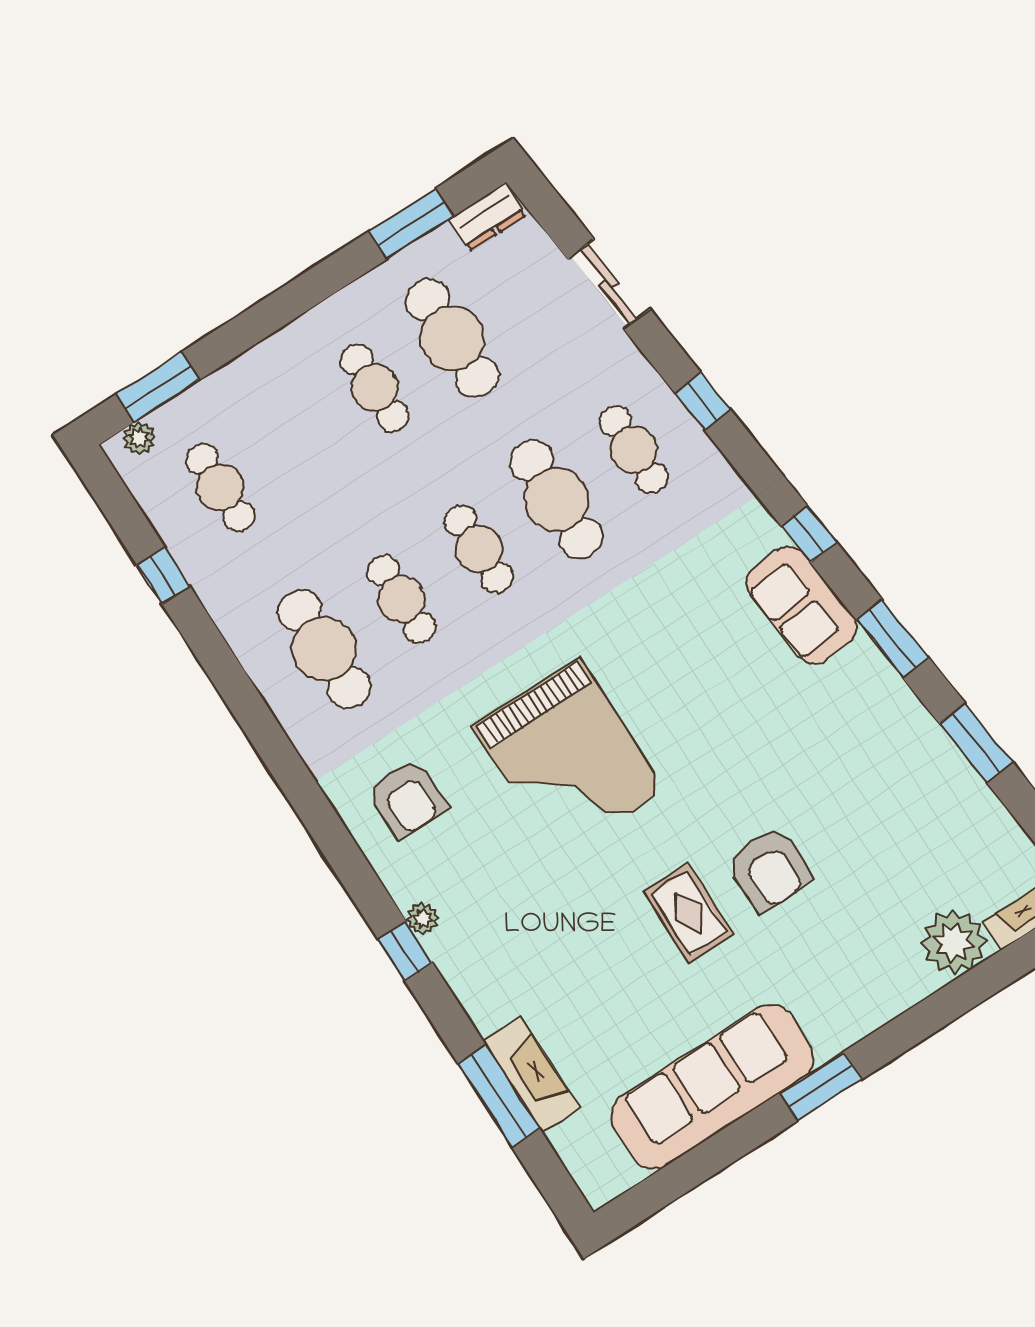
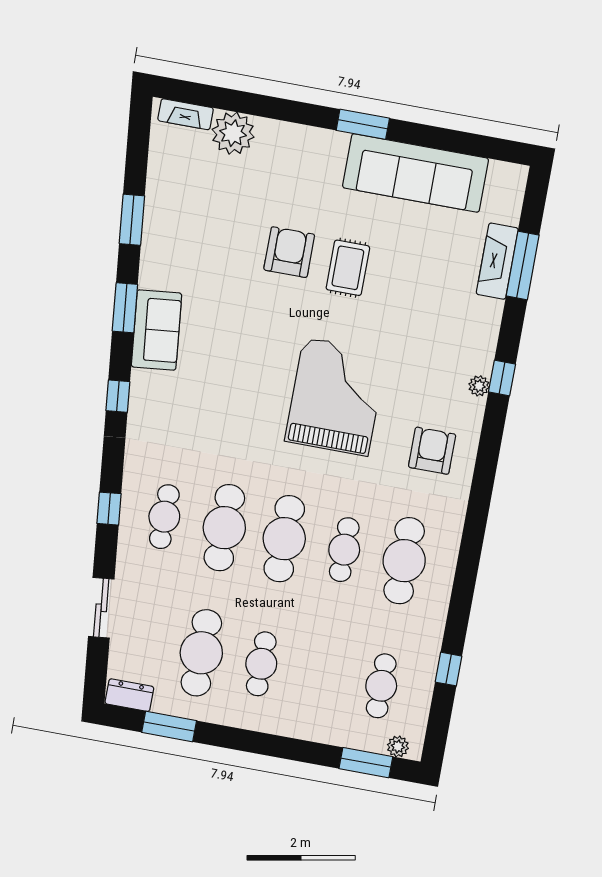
cafe table: (479, 549) -> (284, 539), width x1.37, depth x1.35
sofa: (801, 605) -> (156, 330), moved

